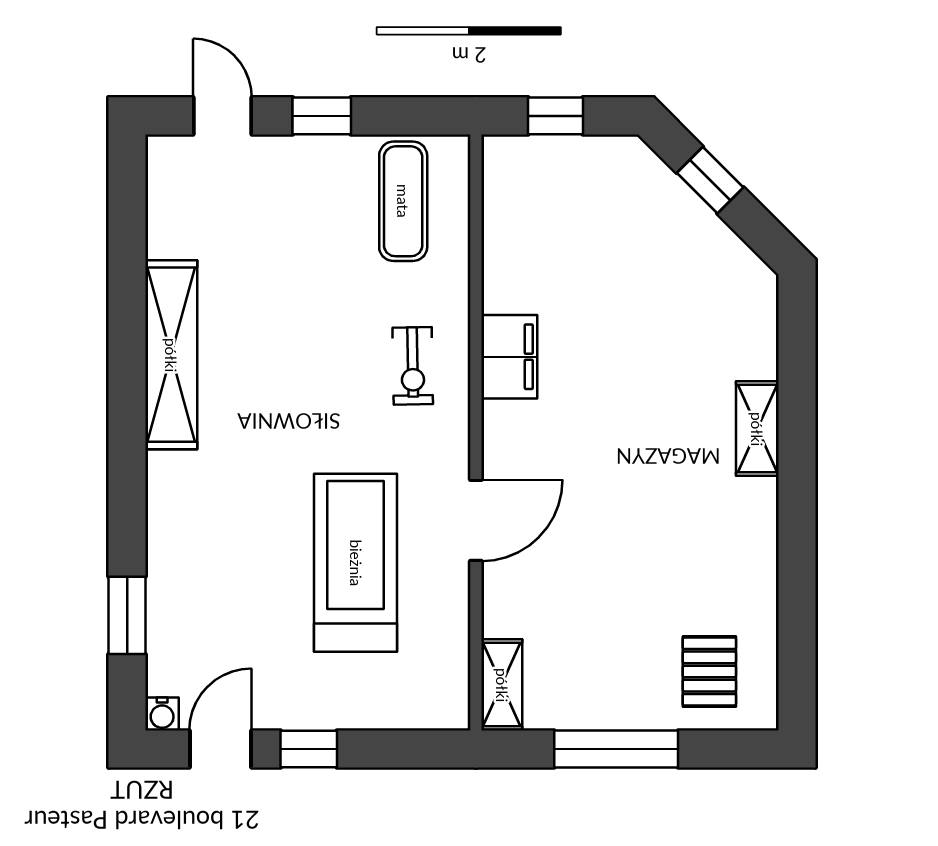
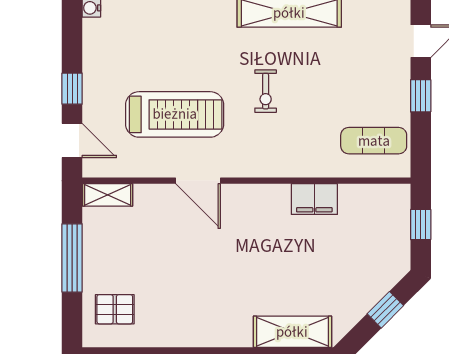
filing cabinet: (509, 357) -> (314, 199), moved
exercise bike: (413, 366) -> (266, 91), moved, turned -89
shelving: (757, 429) -> (292, 332), moved, width x1.50, depth x1.33
door: (220, 749) -> (72, 141), moved

